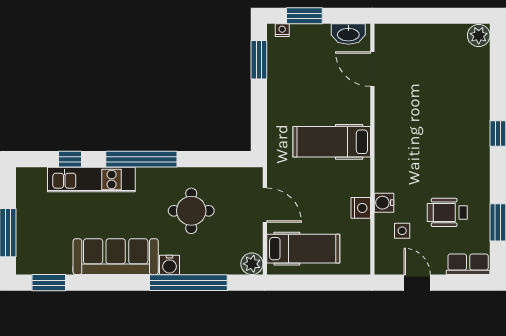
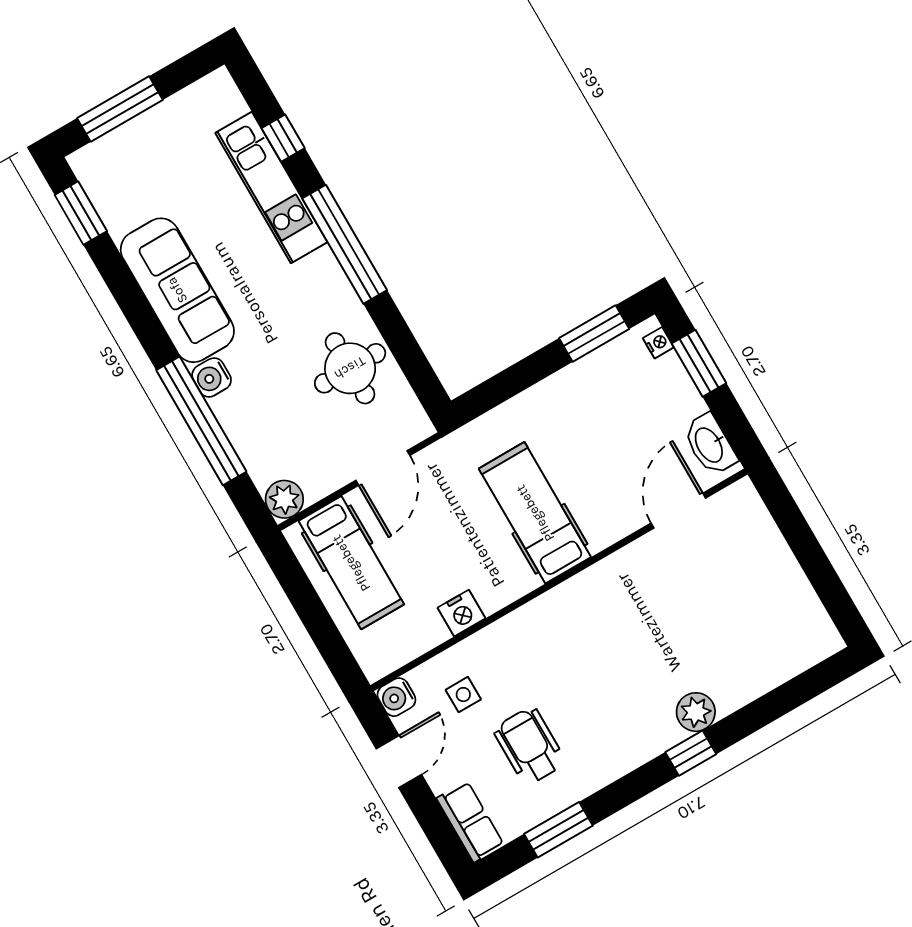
plant: (479, 35) -> (696, 712), moved
water cooler: (384, 203) -> (396, 697), moved, turned -90
round table: (191, 211) -> (350, 368), moved

